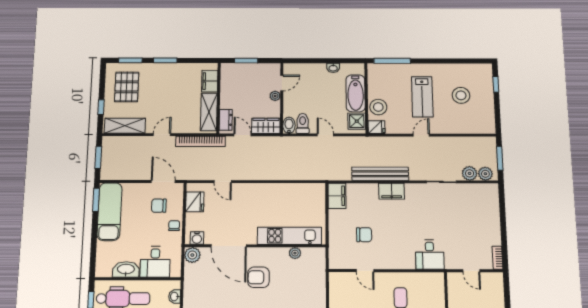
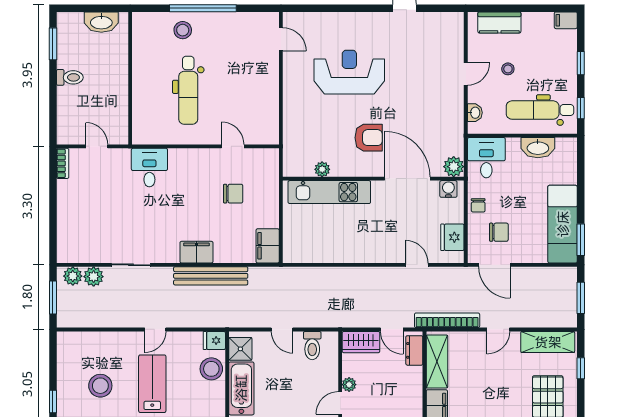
bidet: (289, 125) -> (330, 343), removed
chair: (364, 235) -> (233, 194), turned 180
desk: (155, 262) -> (486, 158), moved

